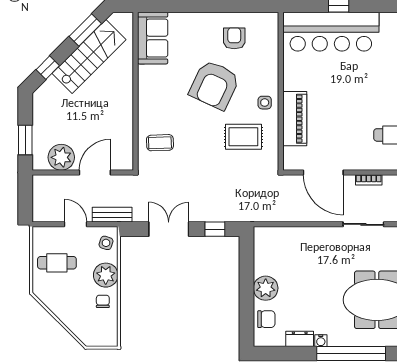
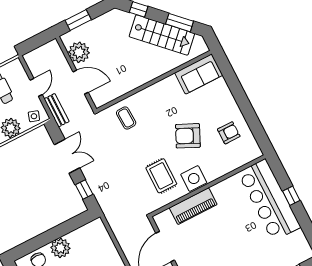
armchair: (214, 85) -> (188, 136), width x0.73, depth x0.73
side table: (265, 103) -> (194, 179), width x1.87, depth x1.87

